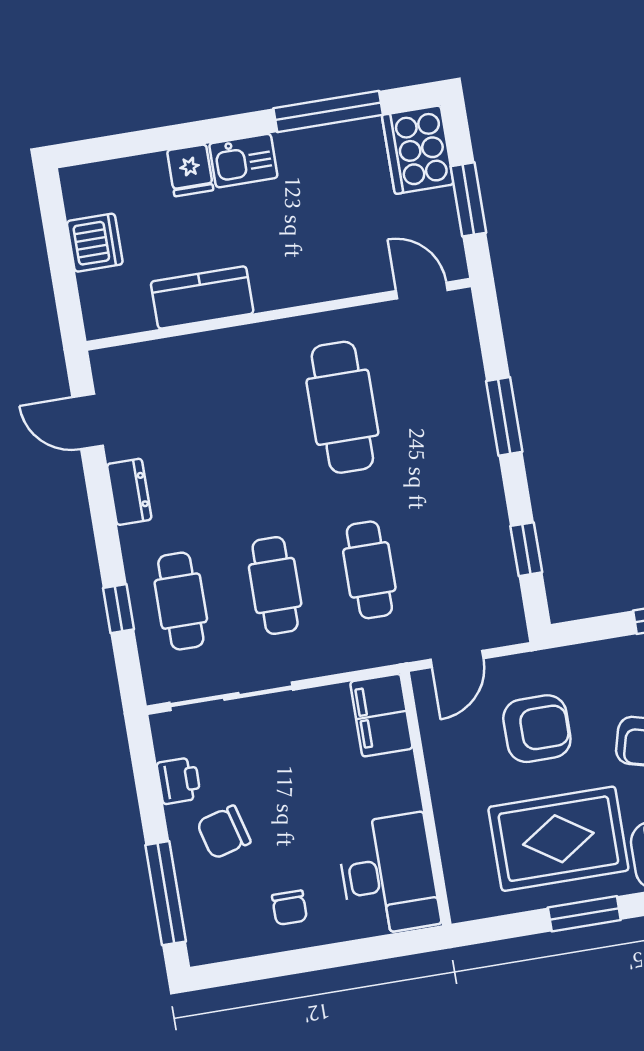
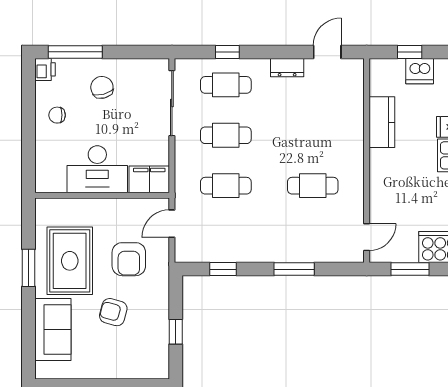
window: (62, 267) -> (410, 52), added
cafe table: (342, 407) -> (313, 186), width x0.73, depth x0.74
door: (457, 659) -> (172, 224), hinge flipped
printer: (179, 781) -> (45, 69), moved, turned -90
desk: (388, 875) -> (97, 169), moved

